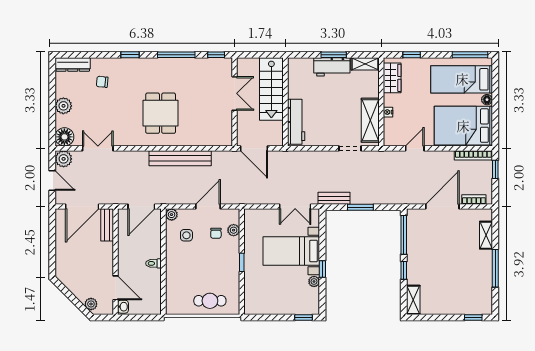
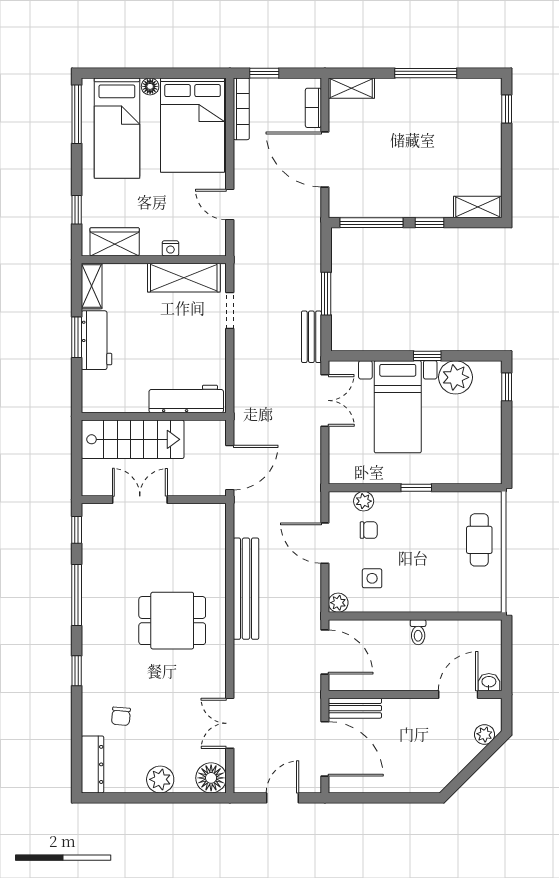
plant: (64, 159) -> (247, 779), removed
shelving: (486, 235) -> (351, 88), moved
plant: (314, 281) -> (455, 377), width x1.88, depth x1.88

